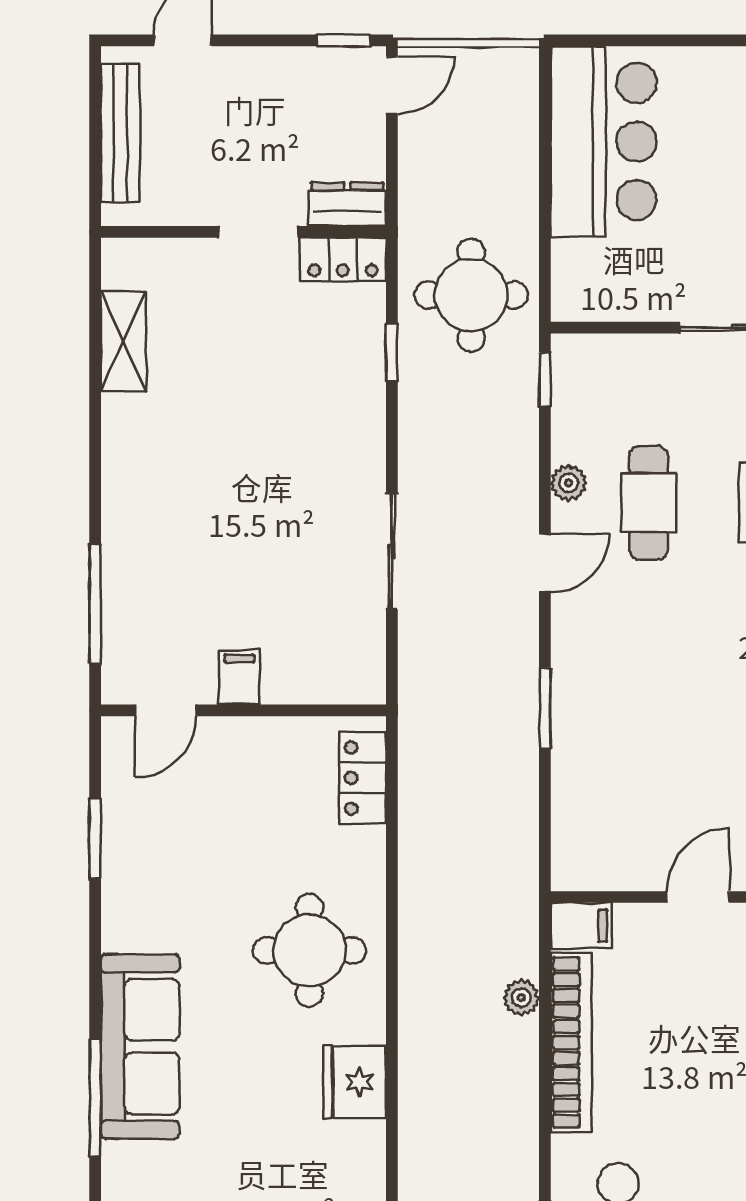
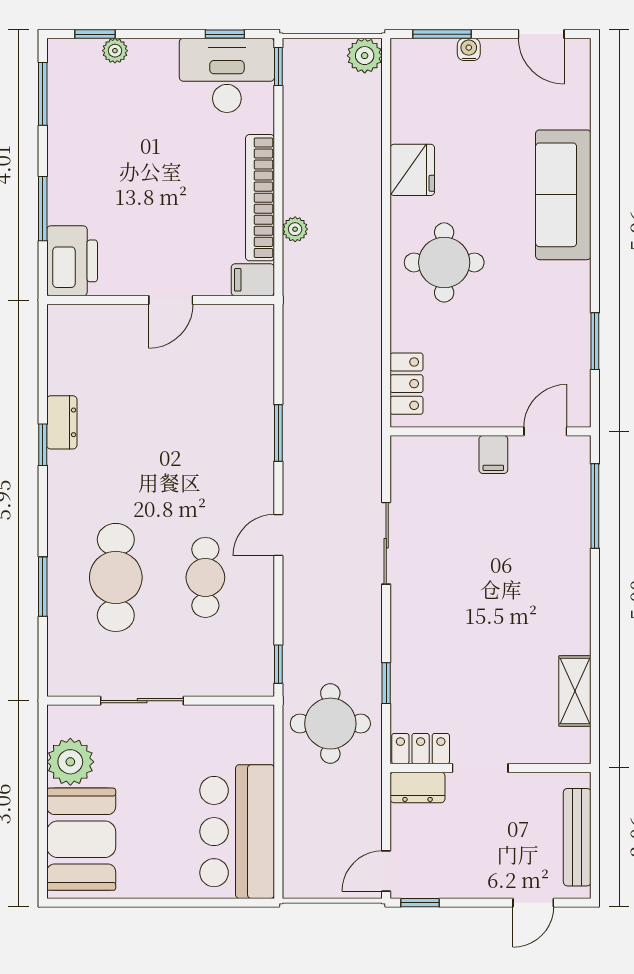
plant: (569, 483) -> (262, 591), removed
window: (95, 1097) -> (595, 159), removed

